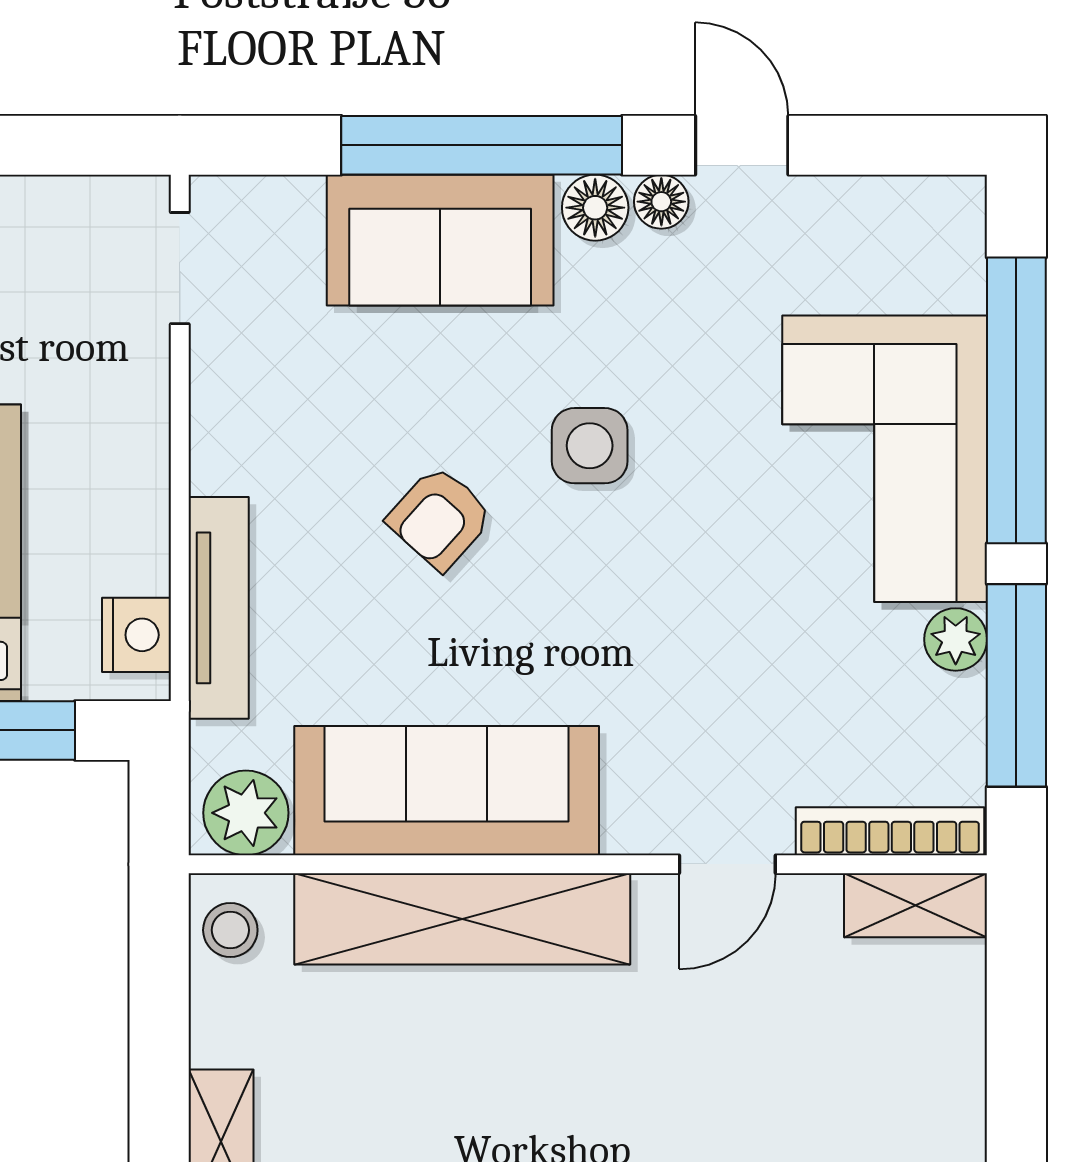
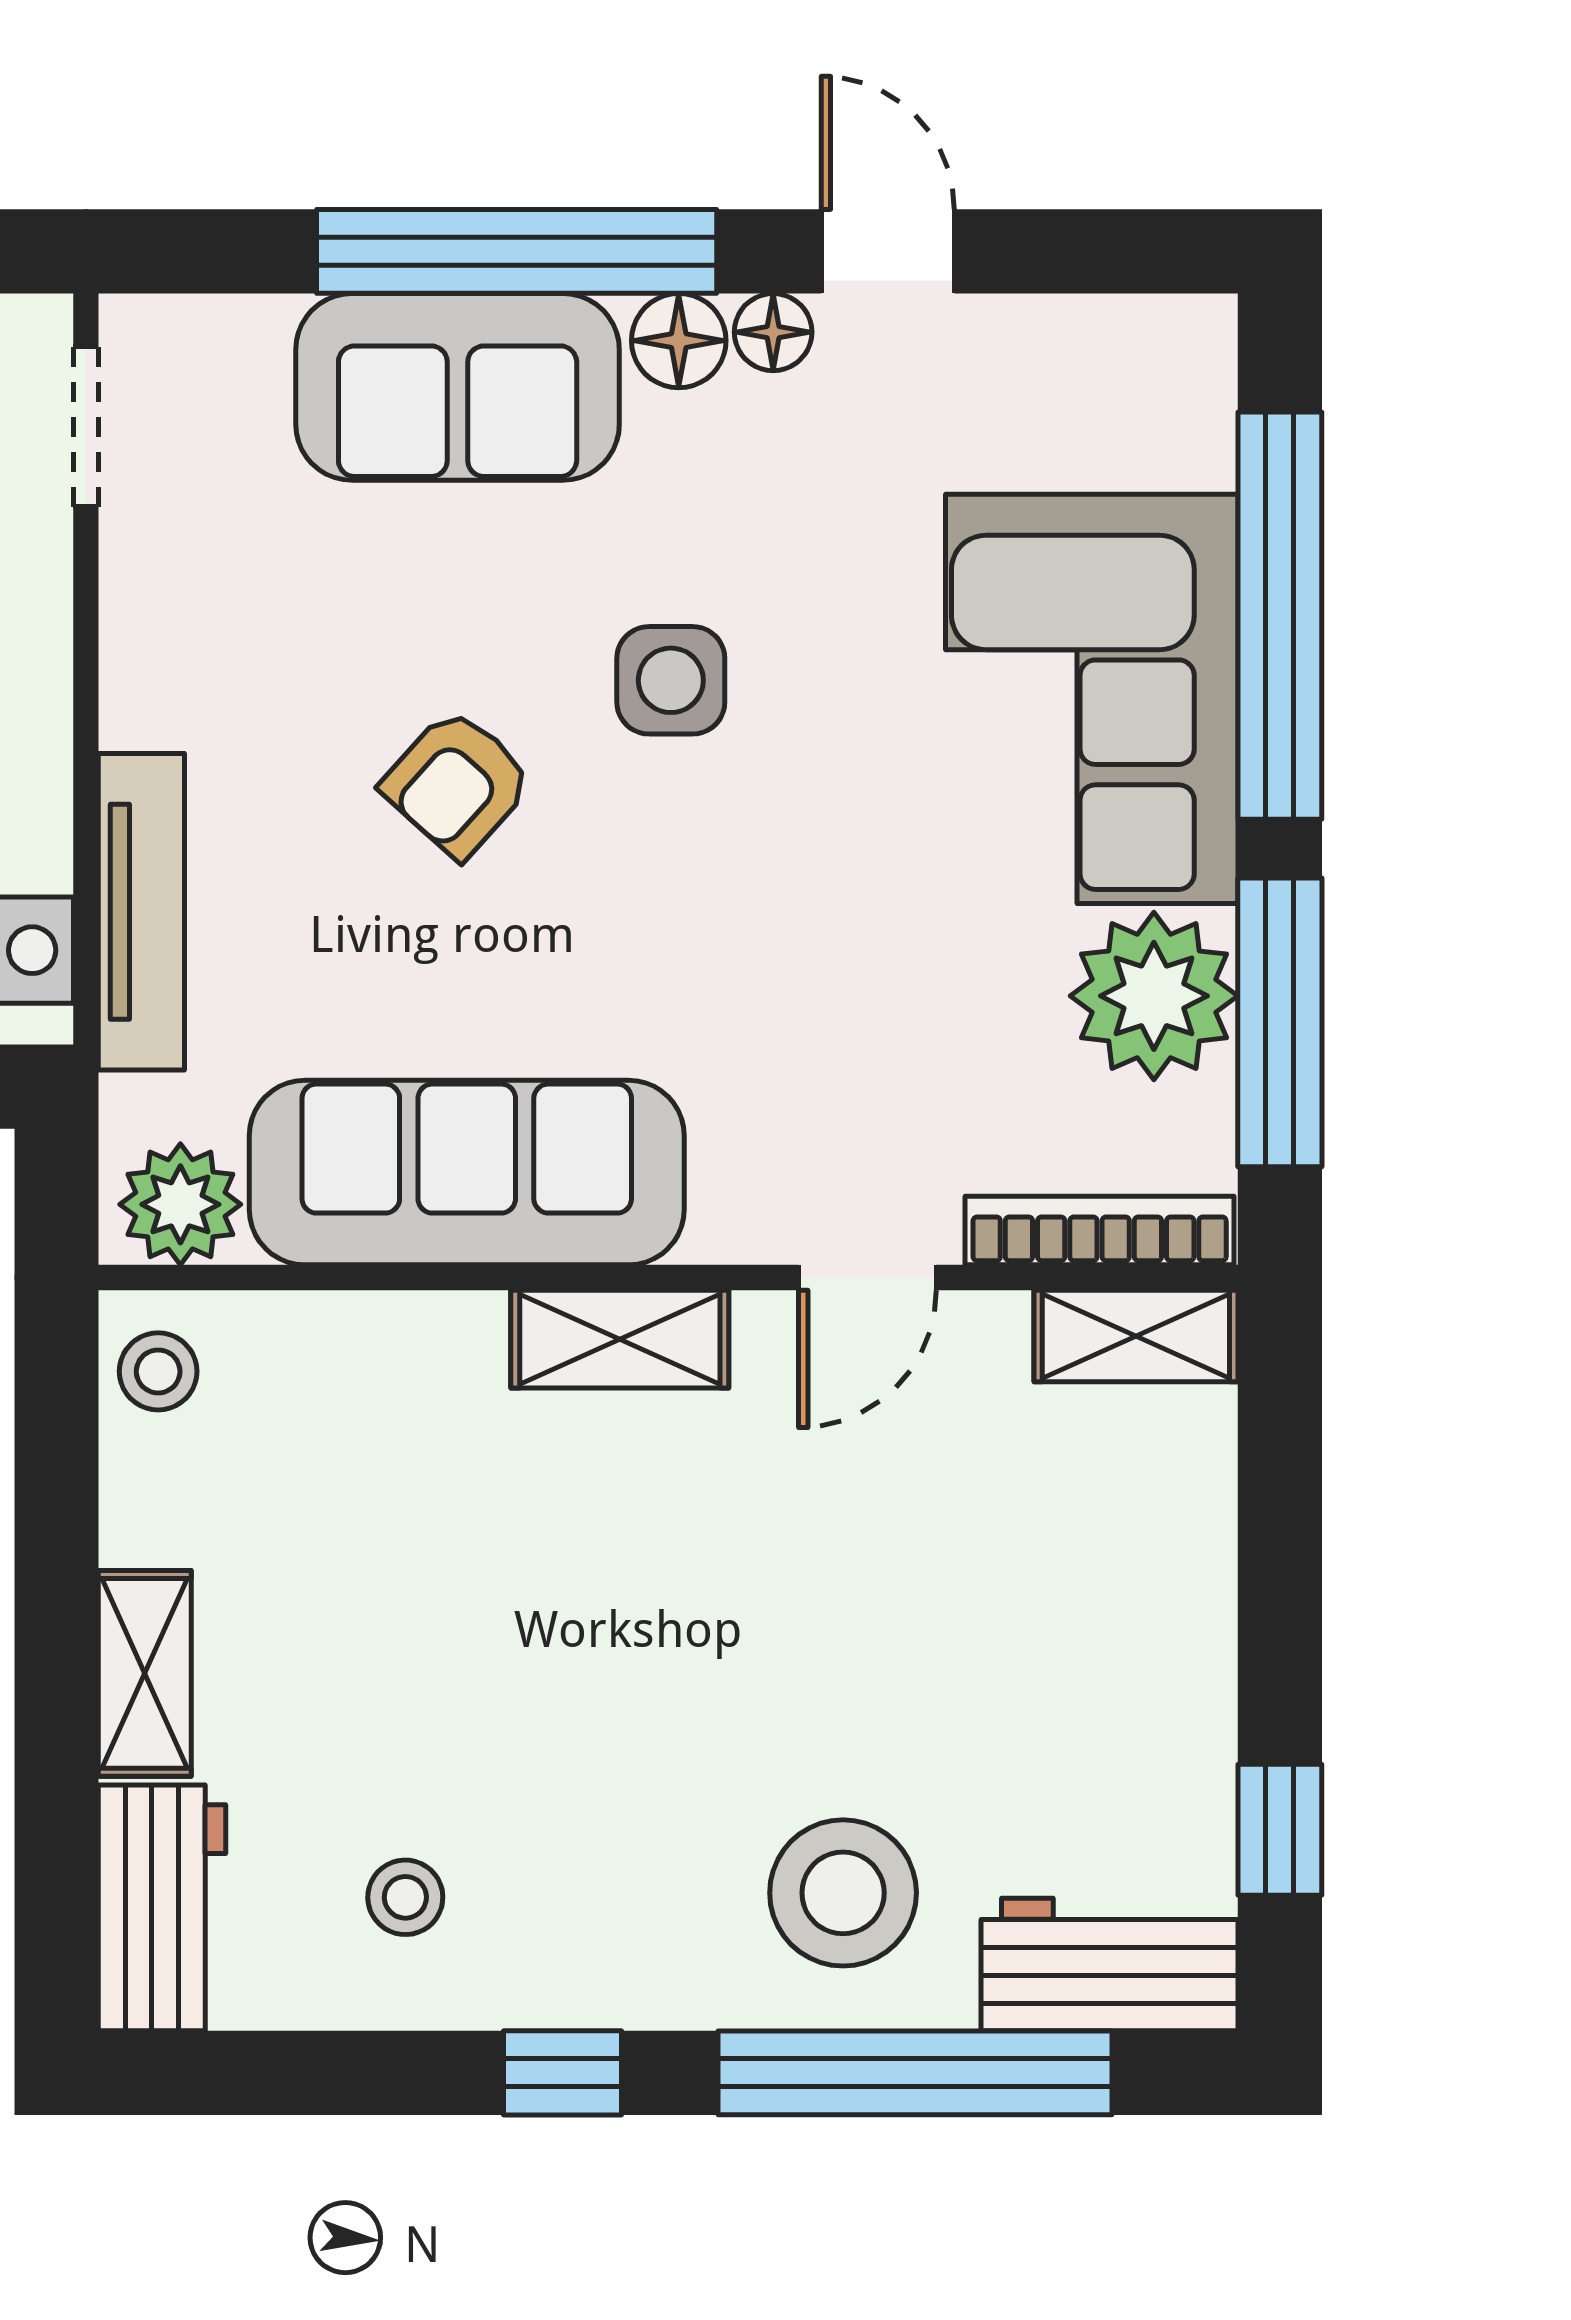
plant: (956, 639) -> (1154, 996), width x1.87, depth x1.87
shelving: (462, 919) -> (620, 1339), width x0.45, depth x0.75

